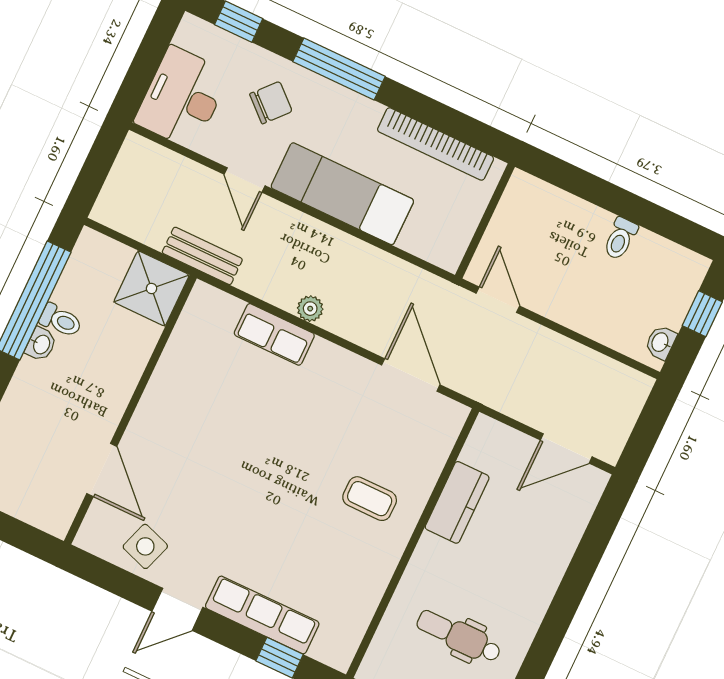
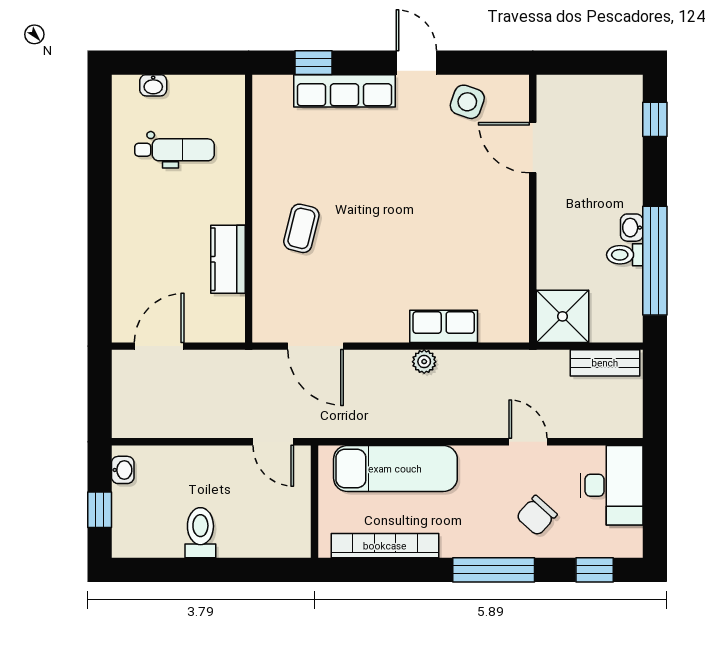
exam couch: (342, 194) -> (395, 469), moved
toilet: (620, 239) -> (200, 533), width x1.37, depth x1.39
bench: (202, 256) -> (605, 363), moved
coffee table: (370, 499) -> (301, 228), turned -76
door: (177, 609) -> (416, 63), hinge flipped

